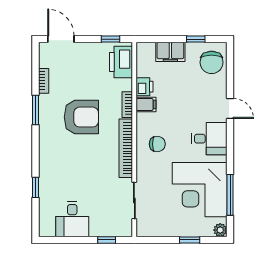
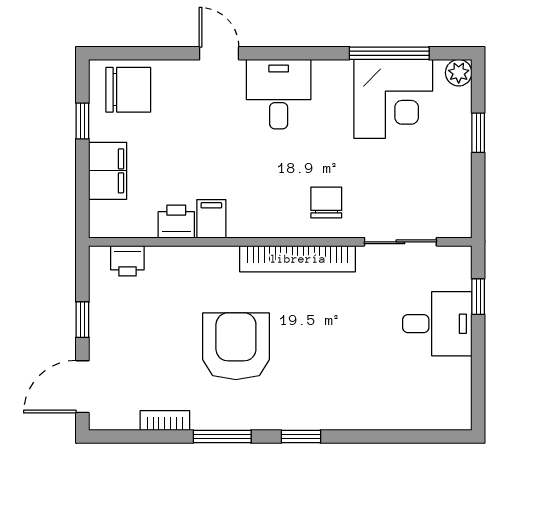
window: (110, 39) -> (82, 320), moved
printer: (121, 62) -> (127, 261), width x0.53, depth x0.68
bookcase: (127, 105) -> (212, 256), removed
door: (230, 108) -> (219, 53), hinge flipped
chair: (157, 144) -> (326, 202), moved
window: (36, 187) -> (301, 437), moved
corner desk: (200, 190) -> (393, 99), width x0.74, depth x0.74
desk: (72, 219) -> (437, 324), moved

